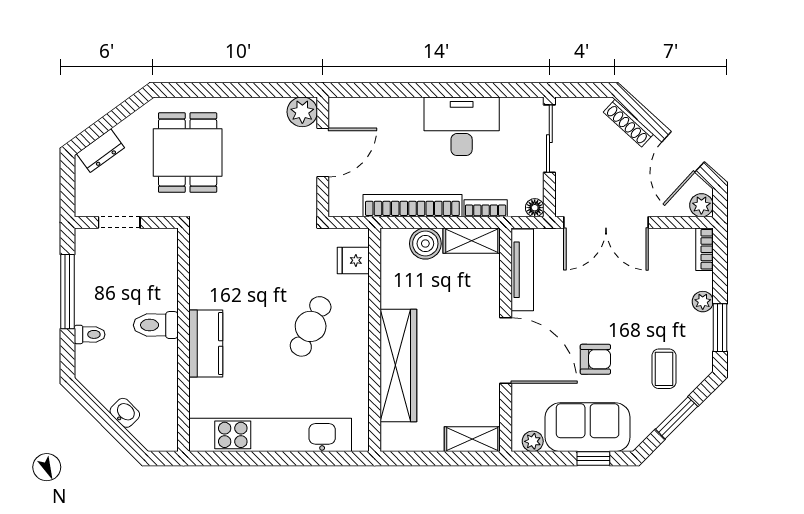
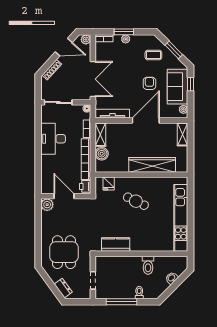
dining table: (188, 153) -> (64, 252), turned 90
printer: (346, 204) -> (85, 186), added
toilet: (156, 325) -> (148, 265), moved
window: (720, 328) -> (124, 32), moved
kitchen counter: (206, 344) -> (116, 245), moved

